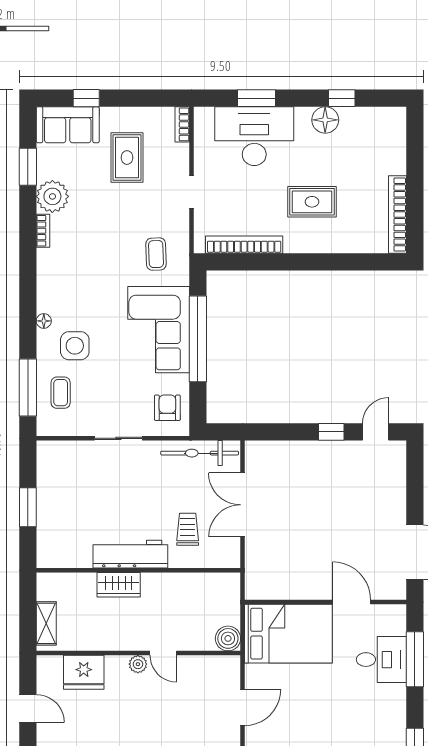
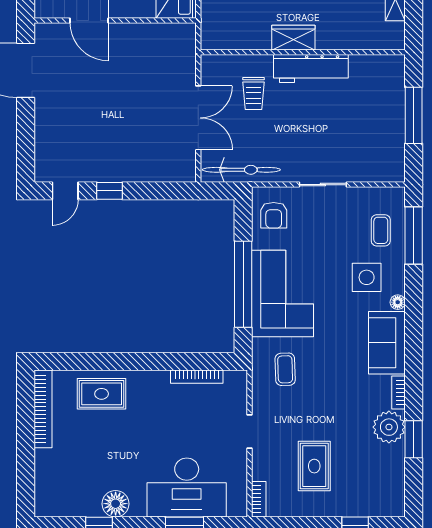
sofa: (68, 125) -> (387, 343), moved, turned -90
window: (28, 167) -> (414, 439), moved
rug: (312, 202) -> (102, 394), moved
bookcase: (244, 245) -> (197, 377), width x0.68, depth x0.76
window: (28, 507) -> (414, 115), width x1.44
wardrobe: (119, 585) -> (293, 38), moved

